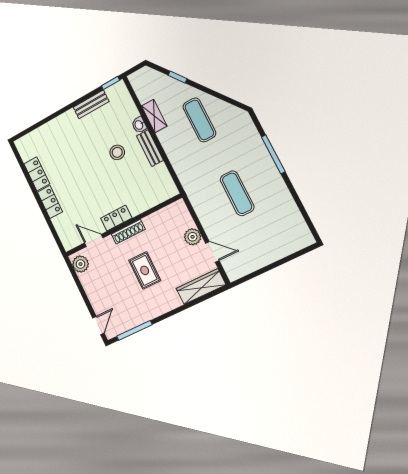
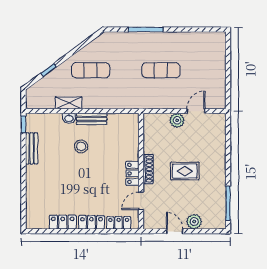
locker: (62, 229) -> (119, 223), added
plant: (80, 264) -> (194, 222), moved
wardrobe: (201, 287) -> (218, 133), removed
door: (98, 325) -> (175, 231), moved

